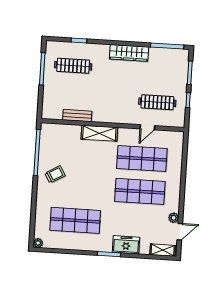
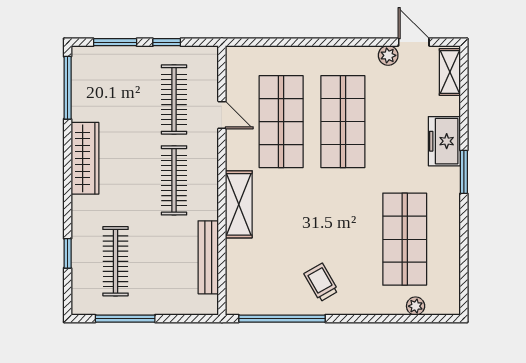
clothes rail: (114, 100) -> (174, 180), added
bench: (77, 116) -> (208, 257), width x1.36
plant: (38, 243) -> (416, 306), moved

